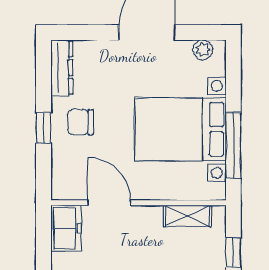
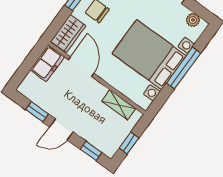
window: (233, 146) -> (183, 68), moved
wardrobe: (65, 174) -> (68, 34), added

